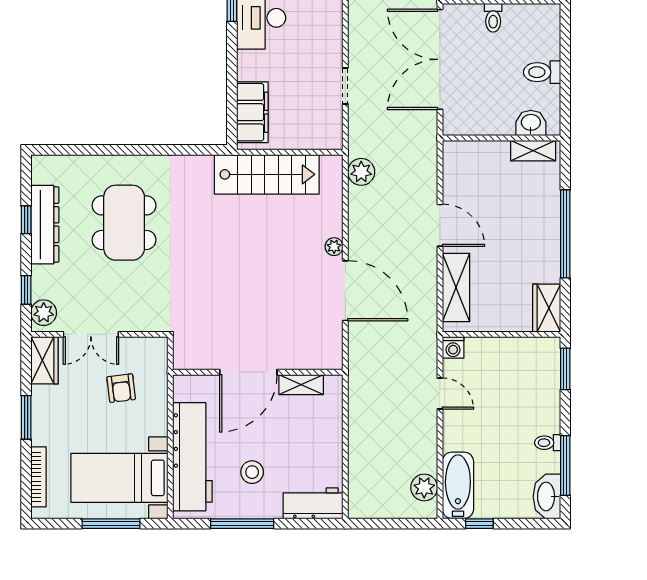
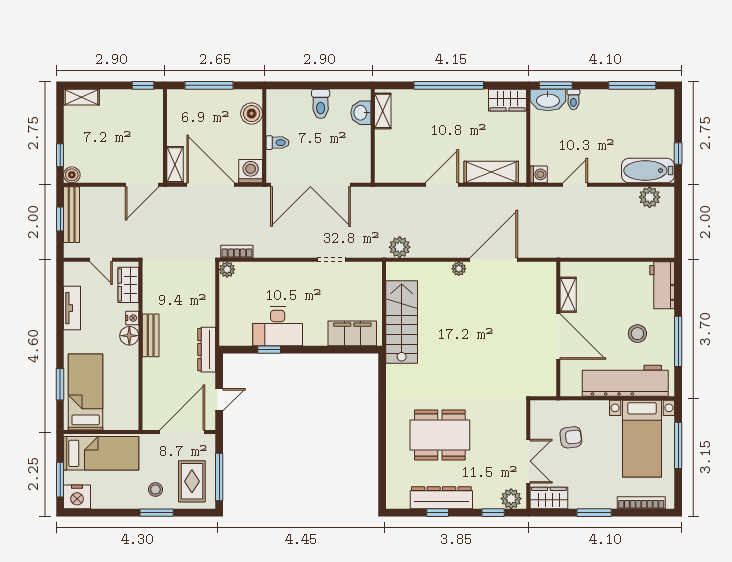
toilet: (548, 443) -> (573, 100), moved
washbasin: (547, 496) -> (548, 100), moved

